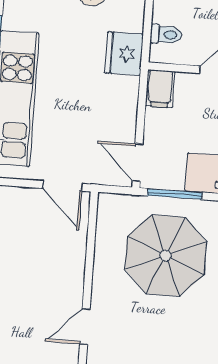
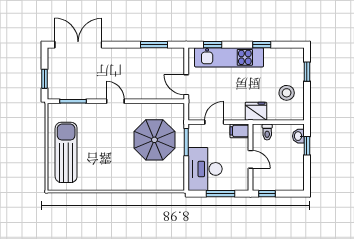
door: (138, 163) -> (214, 122), moved
door: (62, 186) -> (186, 85), hinge flipped

